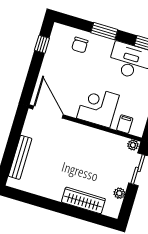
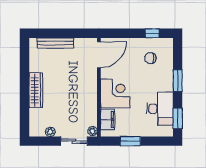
chair: (80, 45) -> (150, 58), moved
filing cabinet: (125, 124) -> (107, 119), width x2.00
wardrobe: (83, 200) -> (36, 90), moved

